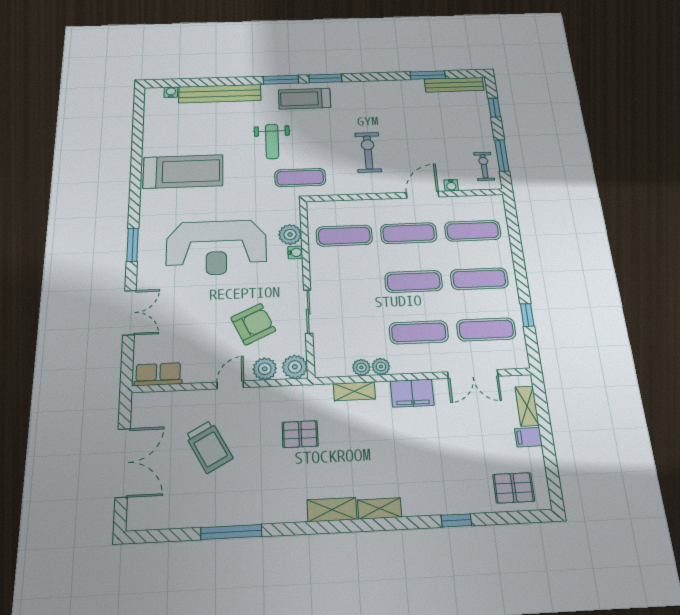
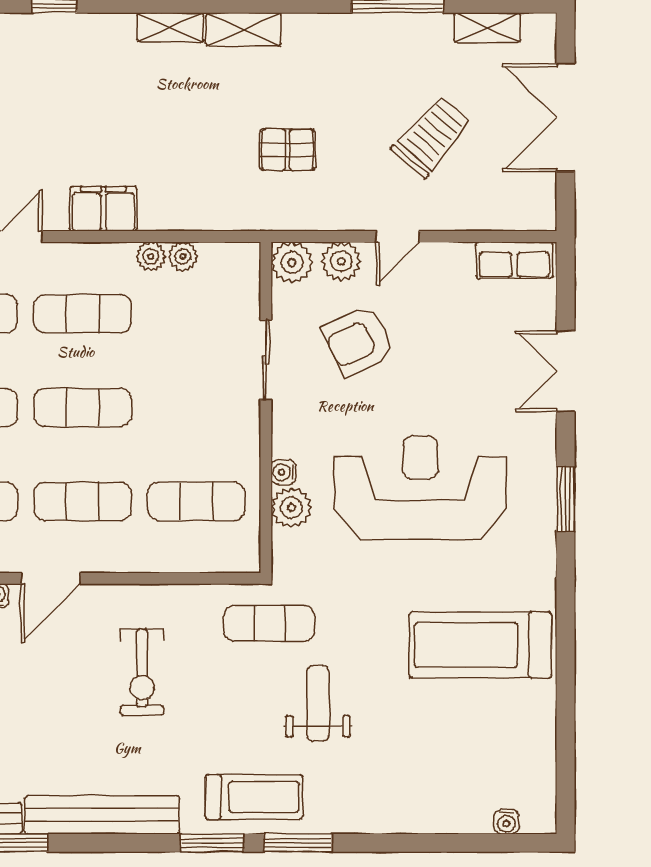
bench: (220, 94) -> (102, 815), moved
shelving: (354, 391) -> (487, 28), moved
trolley: (209, 447) -> (432, 136), turned 70

